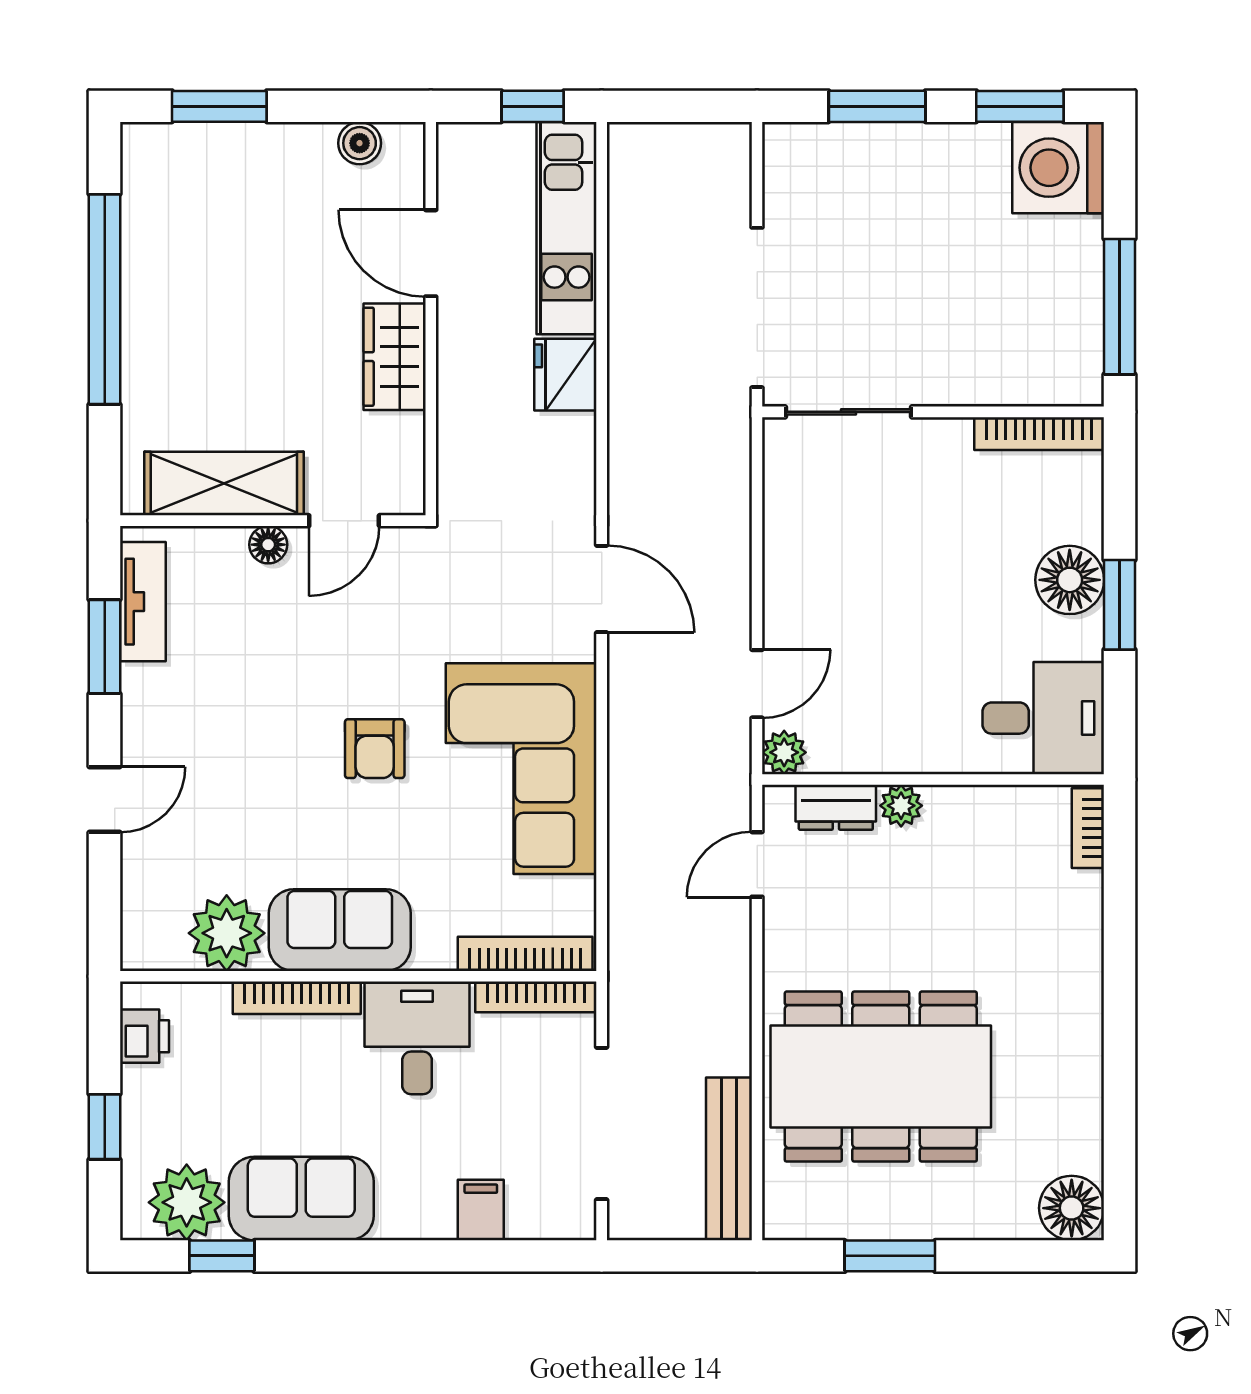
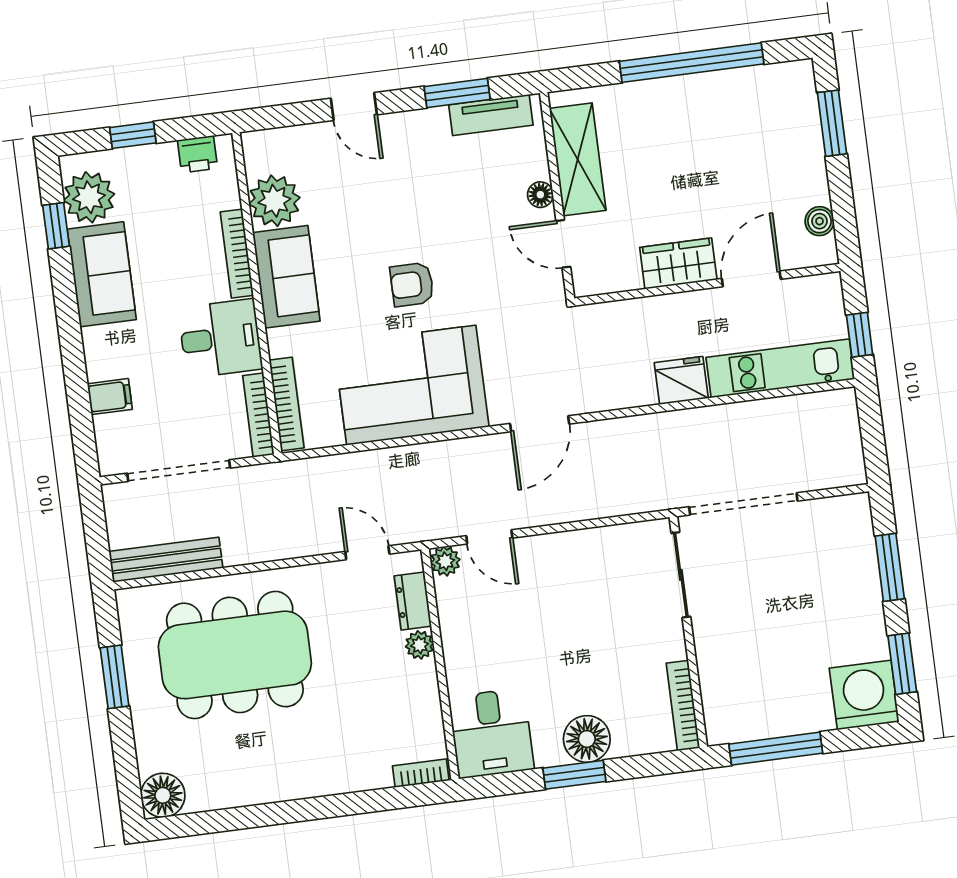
dining table: (881, 1077) -> (235, 655), turned 90

